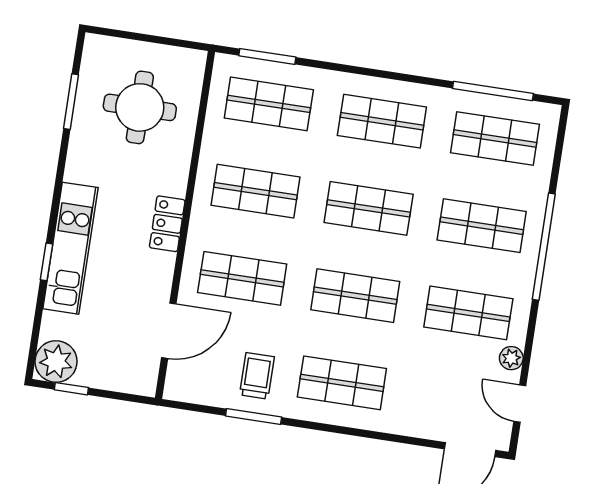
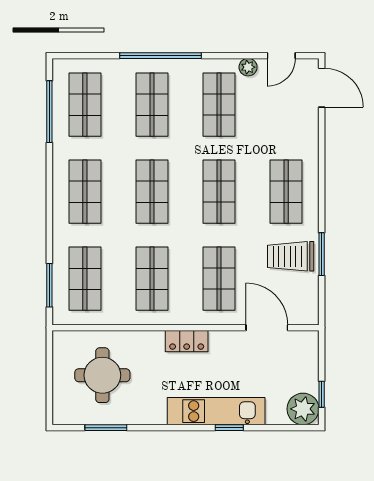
trolley: (257, 376) -> (291, 256), width x1.36, depth x1.39

